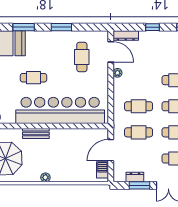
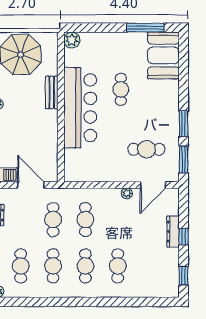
window: (24, 27) -> (184, 159), moved
dresser: (126, 35) -> (173, 232), moved
bar counter: (60, 110) -> (80, 108), width x0.73

